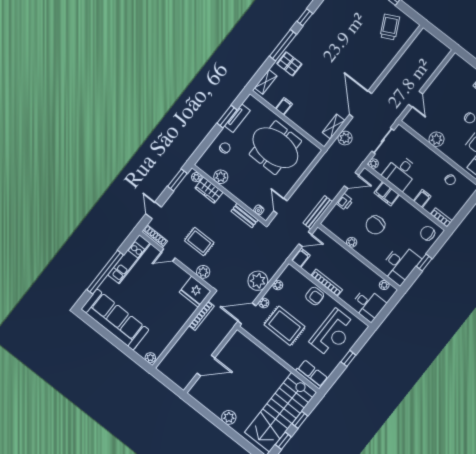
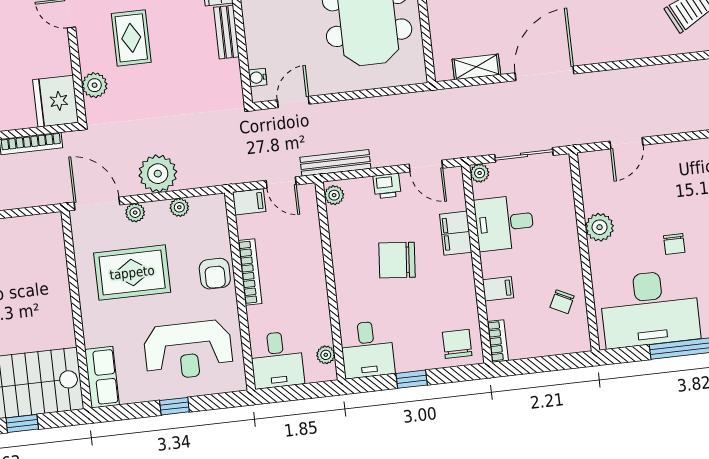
plant: (345, 138) -> (476, 99), removed
bench: (244, 216) -> (226, 32), moved
plant: (352, 242) -> (334, 195), moved
desk: (400, 264) -> (367, 349), width x0.73
rug: (285, 326) -> (132, 273), turned 90

